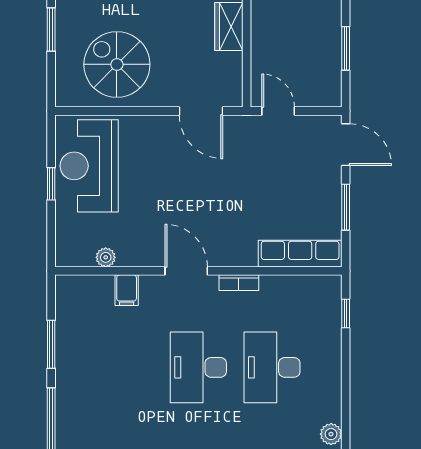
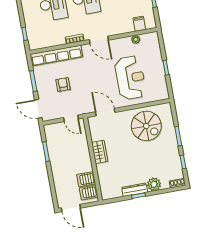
reception desk: (89, 166) -> (130, 78), moved
armchair: (282, 188) -> (63, 84), added
row of seats: (300, 254) -> (56, 56), width x1.36
filing cabinet: (127, 290) -> (139, 24), moved

